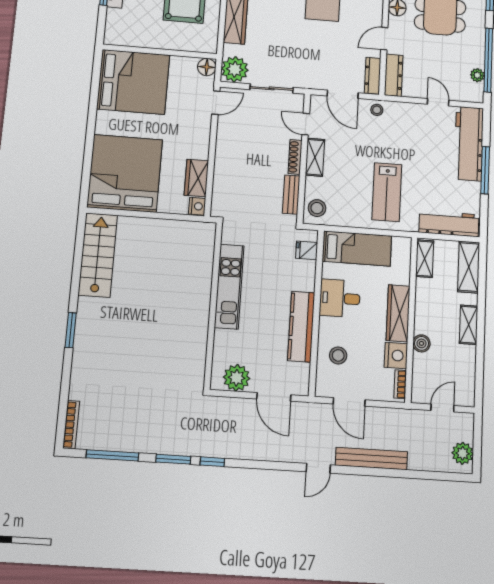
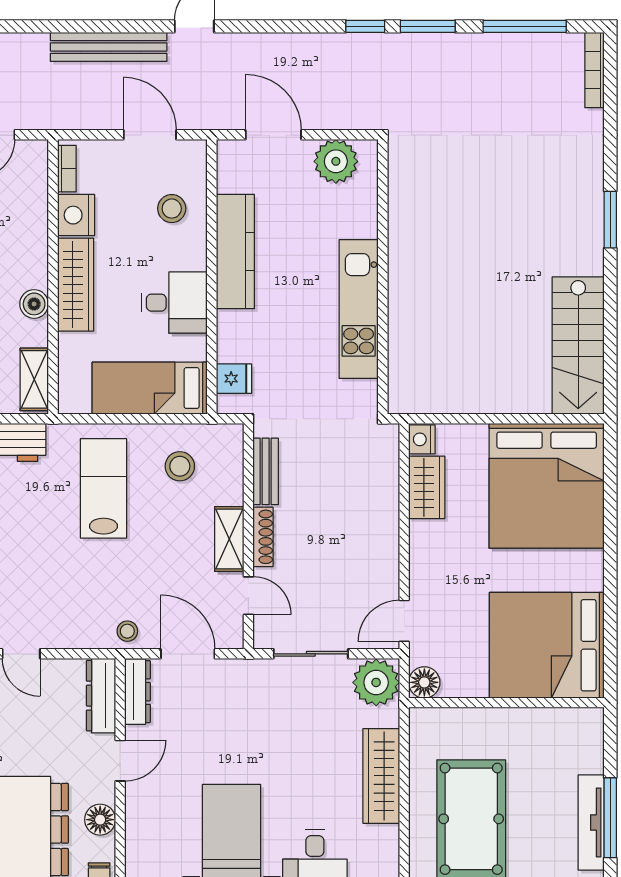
stool: (317, 208) -> (180, 466), moved
boiler: (421, 343) -> (34, 304), moved

